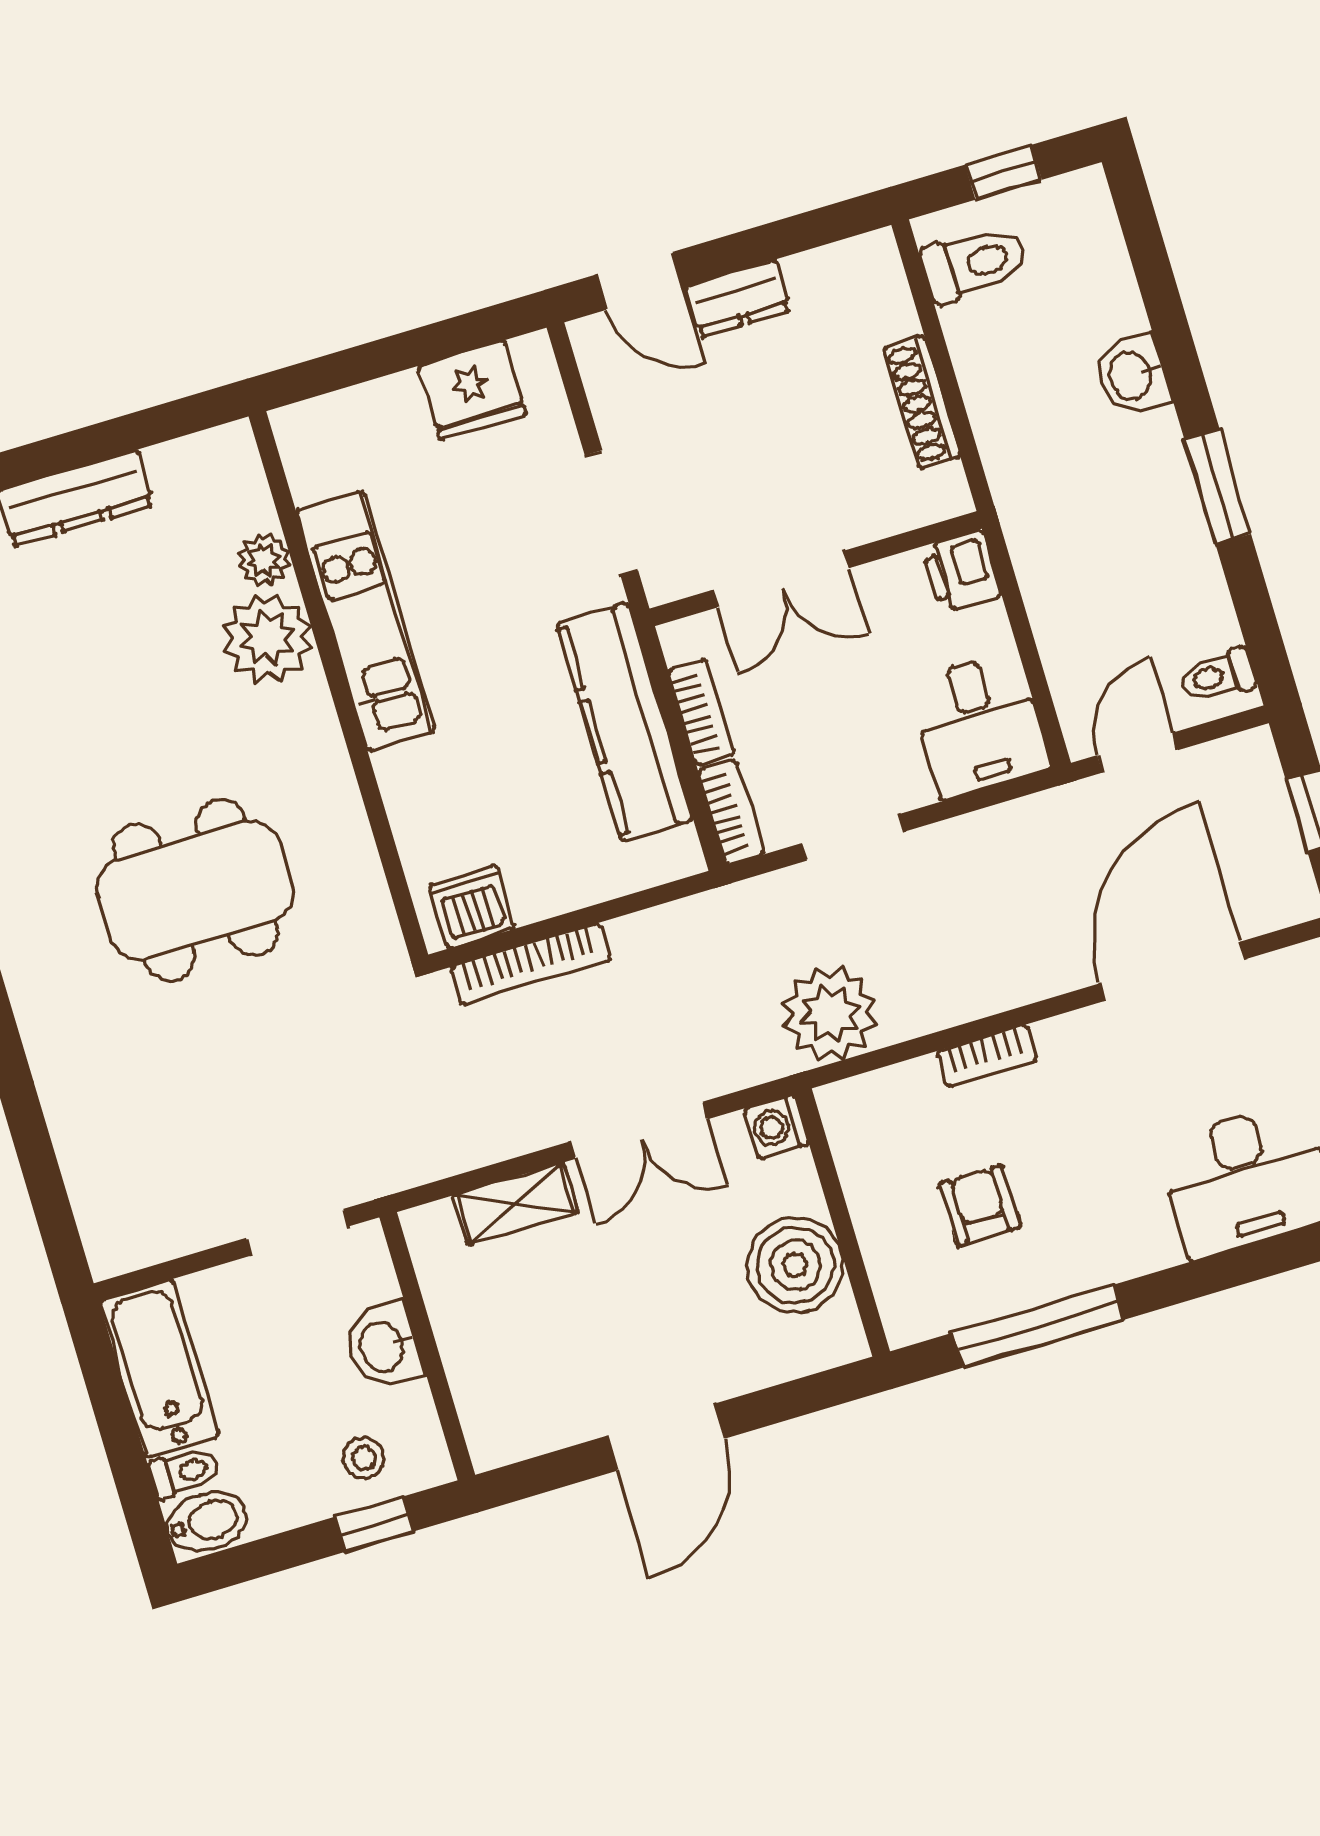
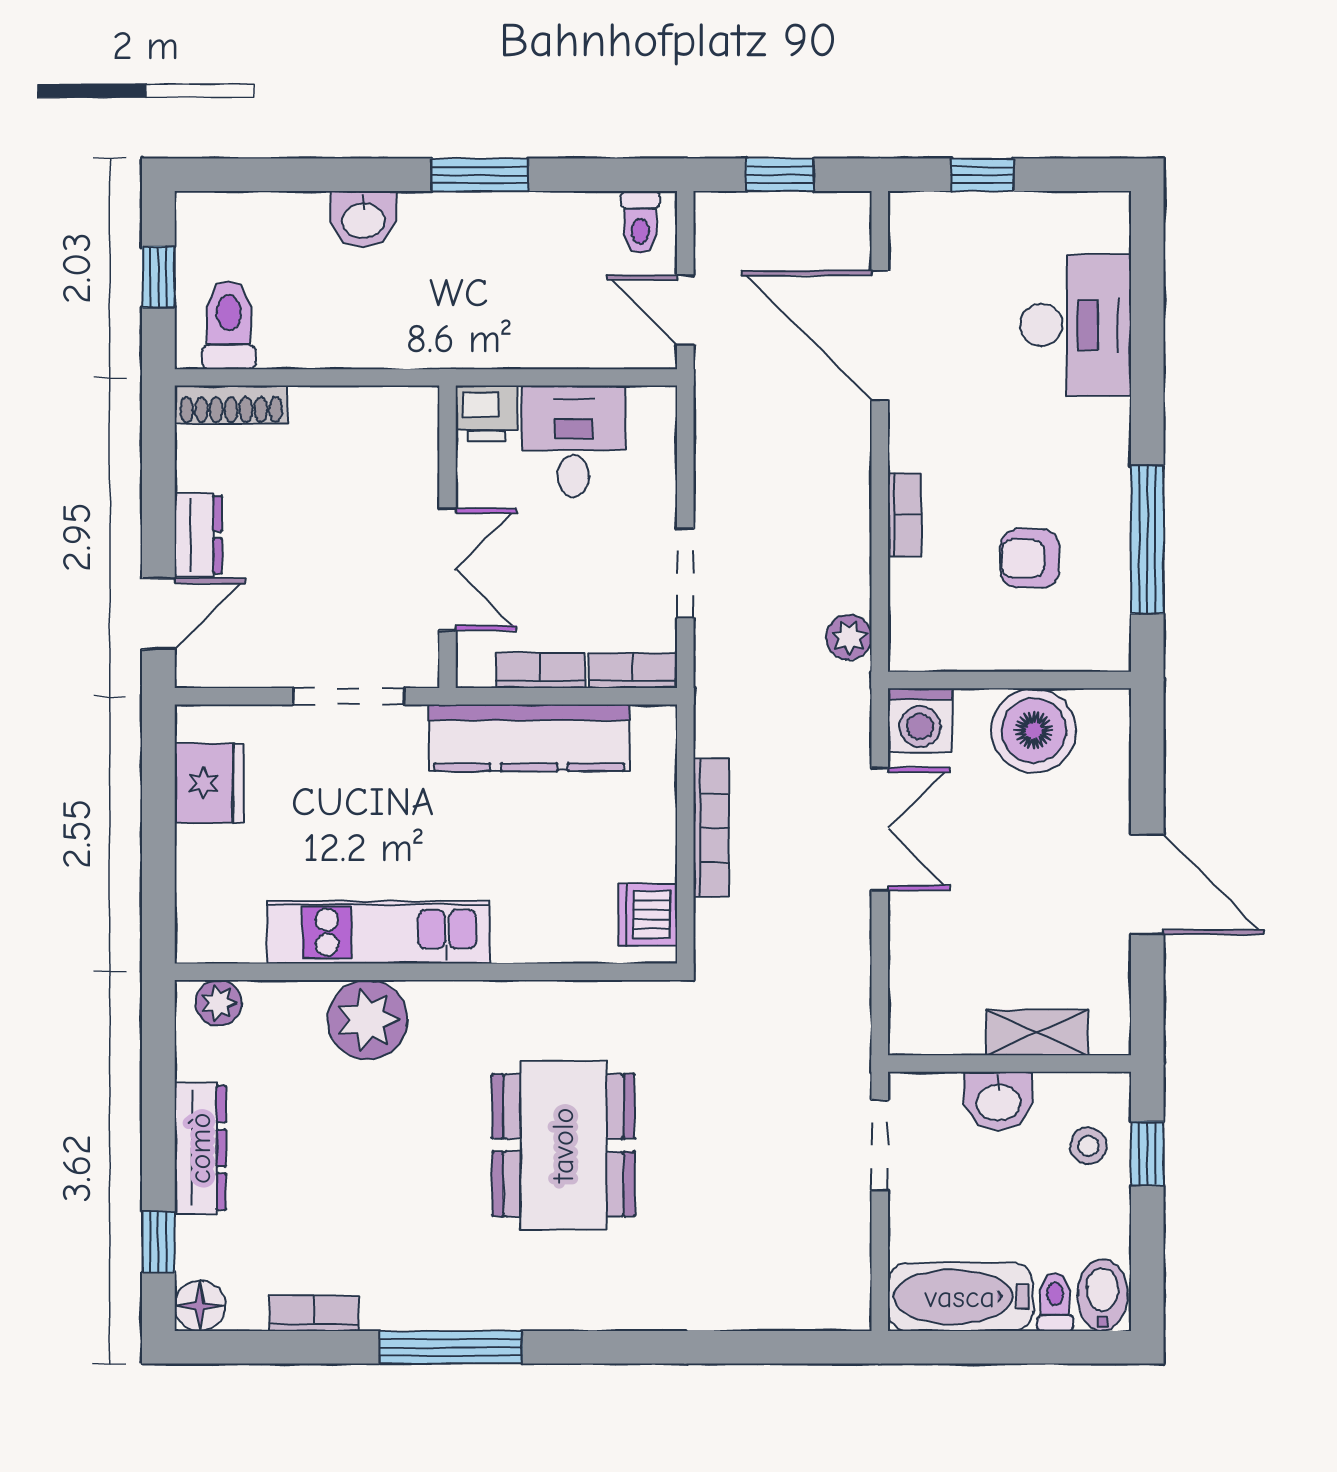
shoe rack: (922, 402) -> (231, 405), moved
plant: (264, 560) -> (218, 1003), moved
desk: (980, 725) -> (573, 441), moved, turned -90
bookcase: (530, 964) -> (711, 828), moved
plant: (830, 1014) -> (849, 637), width x0.53, depth x0.53
washing machine: (776, 1126) -> (920, 720), width x1.38, depth x1.38
shelving: (515, 1204) -> (1037, 1033), moved, turned 90

